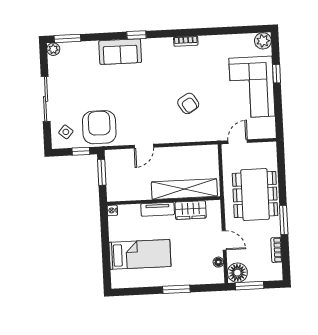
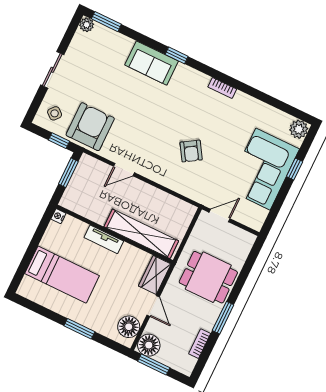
sliding door: (46, 99) -> (52, 70), width x0.73
dining table: (255, 194) -> (208, 277), width x0.73
wardrobe: (191, 210) -> (155, 275), moved, turned 90
floor lamp: (218, 262) -> (129, 327), width x1.89, depth x1.89

